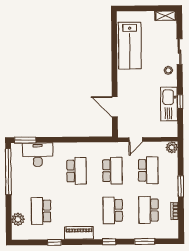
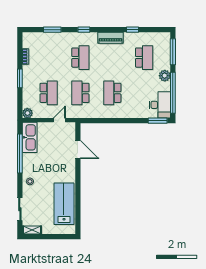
sliding door: (180, 52) -> (20, 209), moved
window: (180, 102) -> (20, 154), width x3.17
kitchen sink: (169, 104) -> (30, 137), moved
desk: (38, 155) -> (160, 105), moved, turned -90
school desk: (148, 170) -> (49, 93), turned 180
school desk: (149, 210) -> (49, 58), removed
window: (9, 218) -> (173, 52), added
plant: (18, 219) -> (165, 76), moved

